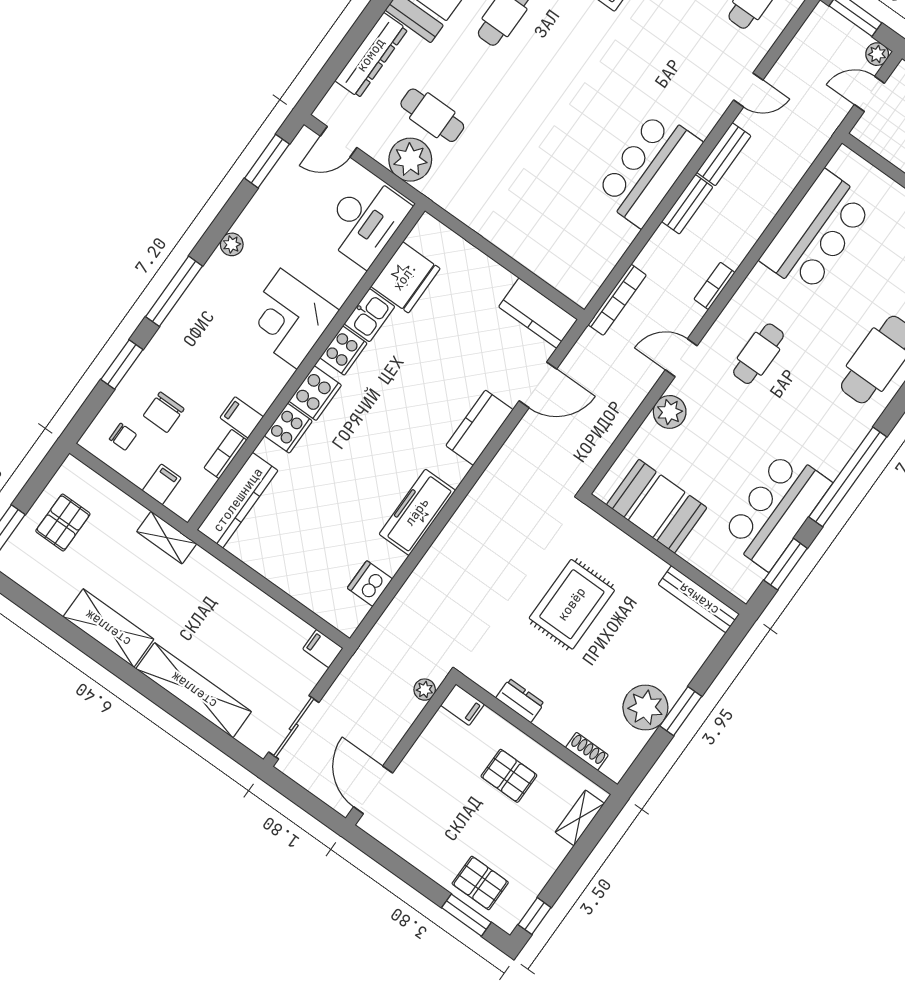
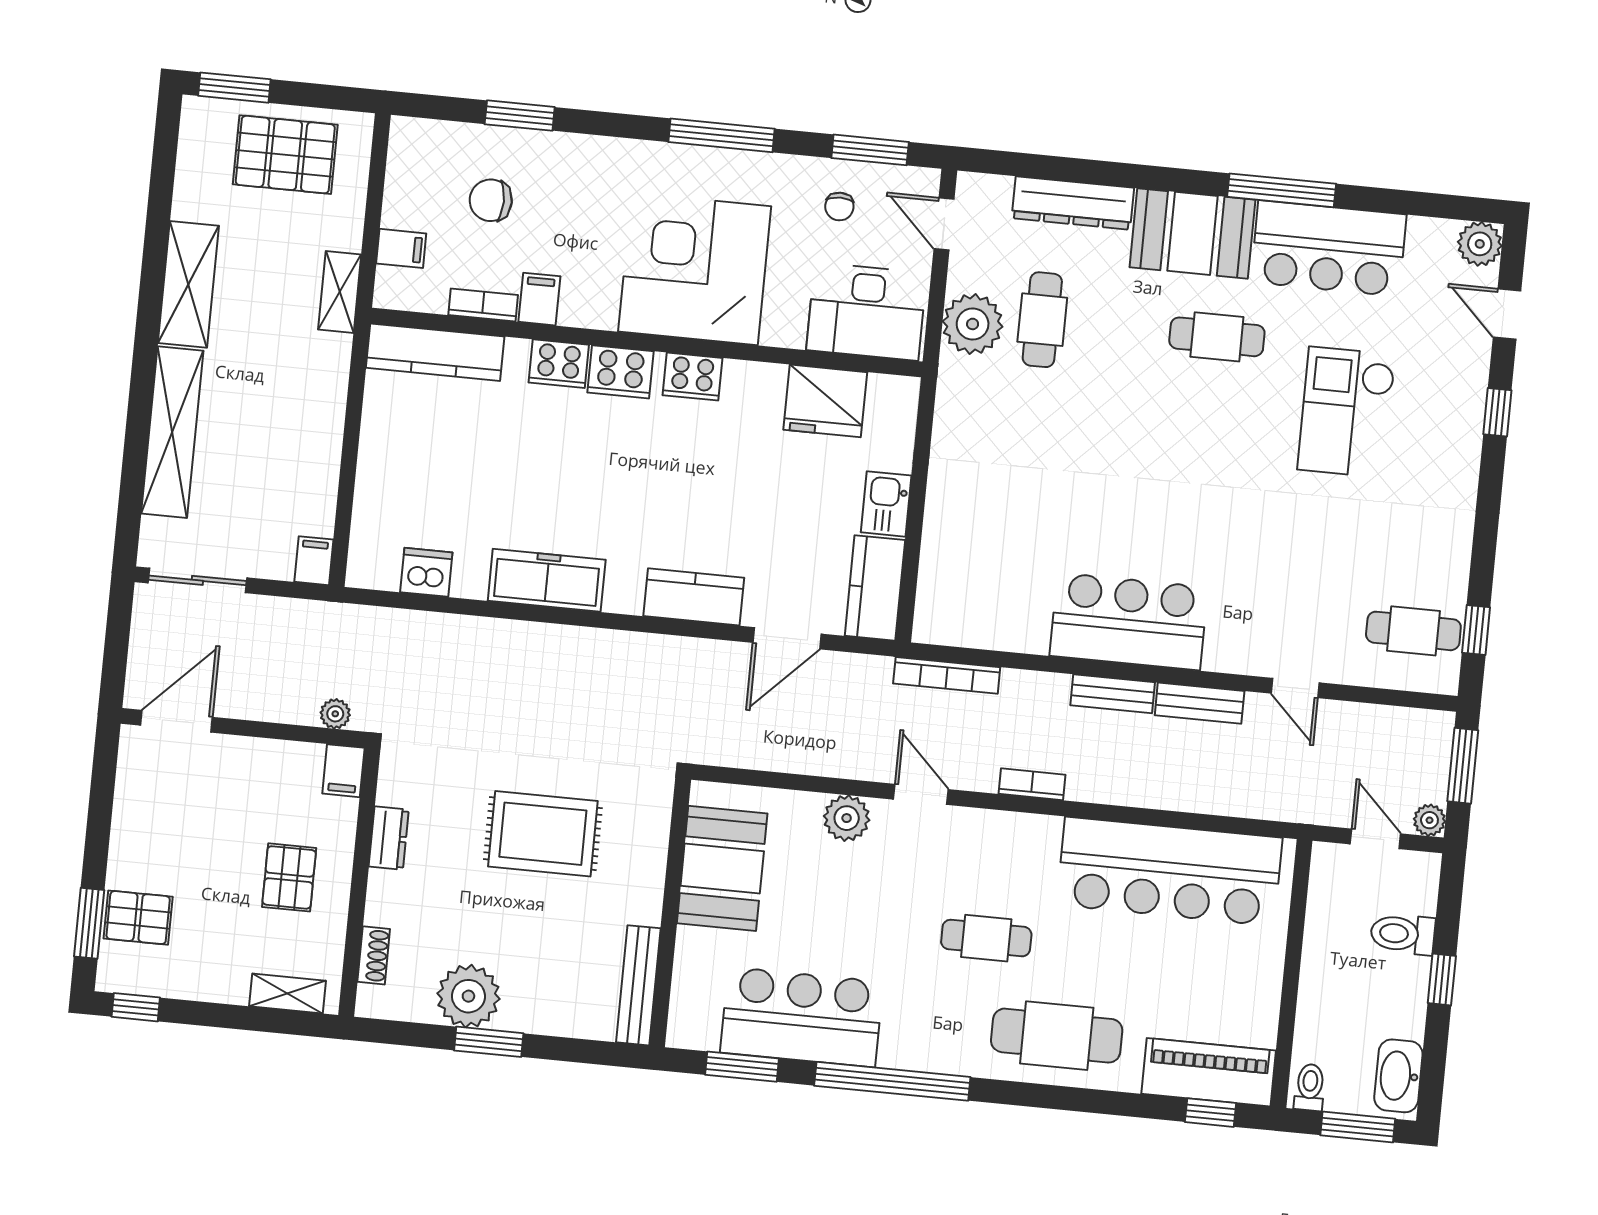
bar counter: (817, 232) -> (1169, 871), width x1.36
plant: (232, 244) -> (744, 165), removed
window: (174, 291) -> (722, 135), moved
kitchen sink: (369, 315) -> (886, 504), moved, turned 90
corner desk: (289, 319) -> (695, 269), width x1.36, depth x1.36
cafe table: (758, 354) -> (986, 938), moved
door: (538, 385) -> (787, 638), hinge flipped
chair: (123, 437) -> (839, 206), moved
pallet: (63, 523) -> (285, 155), width x1.50, depth x1.42
pallet: (480, 883) -> (138, 918), turned 90

